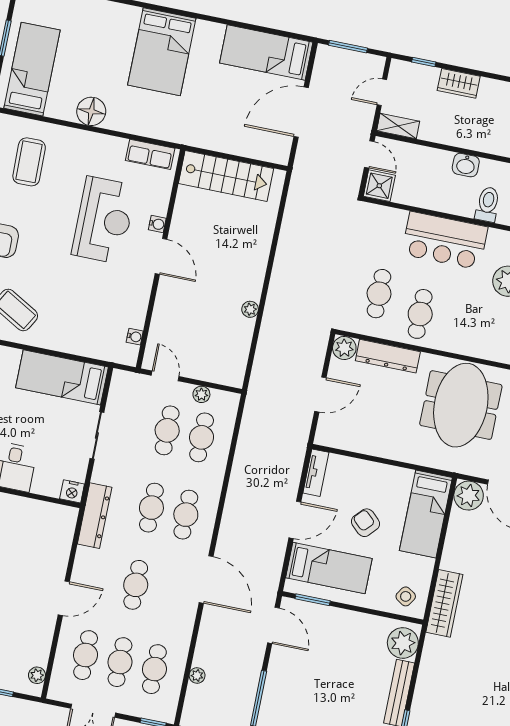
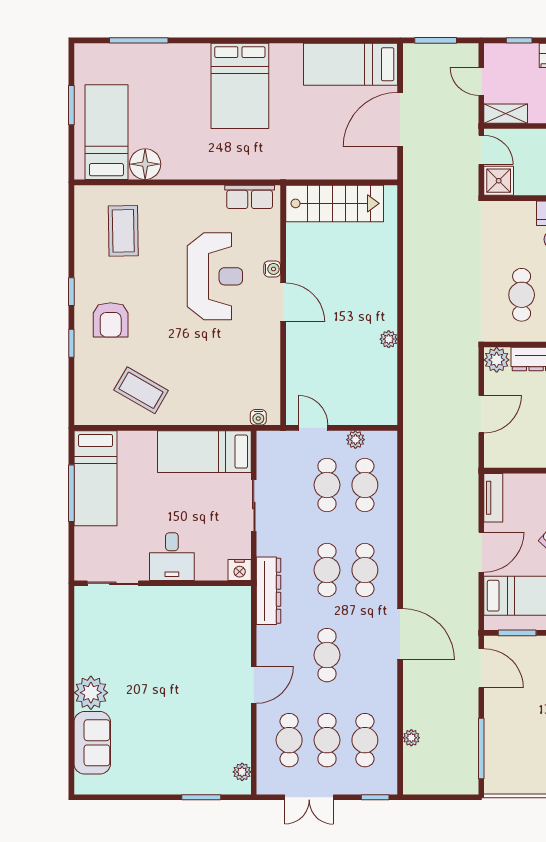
door: (382, 92) -> (481, 81), hinge flipped
floor lamp: (91, 111) -> (145, 164), moved
water cooler: (135, 337) -> (258, 417), moved, turned 90

